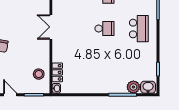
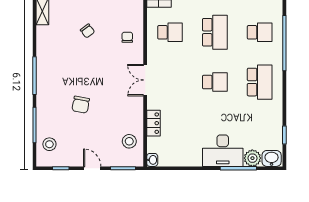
locker: (57, 72) -> (153, 123), moved
desk: (111, 81) -> (223, 151), added

